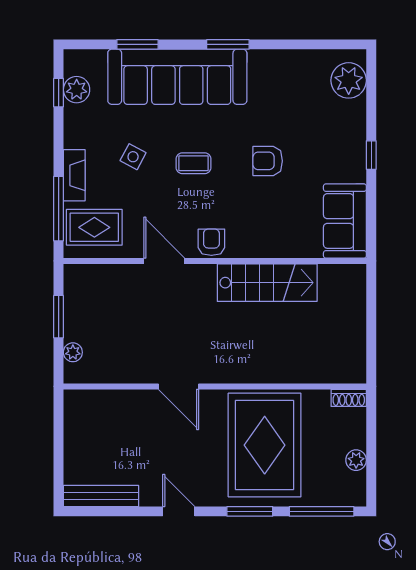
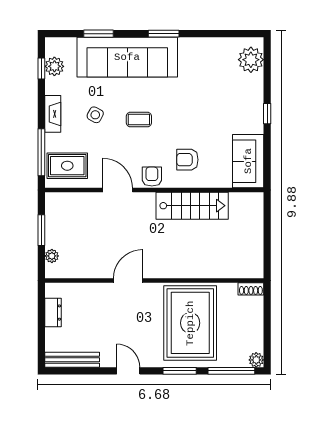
armchair: (268, 161) -> (187, 160), moved
fireplace: (74, 175) -> (53, 114), moved
door: (179, 386) -> (128, 281), swing flipped
dresser: (75, 431) -> (53, 313), added
plant: (356, 460) -> (256, 360), moved

